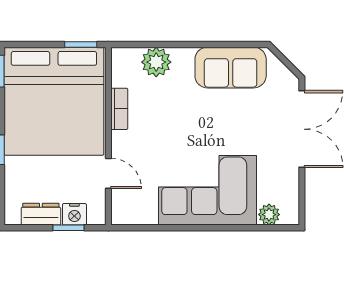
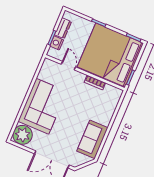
plant: (156, 62) -> (109, 108), removed
door: (108, 173) -> (68, 66), swing flipped
plant: (269, 215) -> (23, 135), width x1.88, depth x1.88

